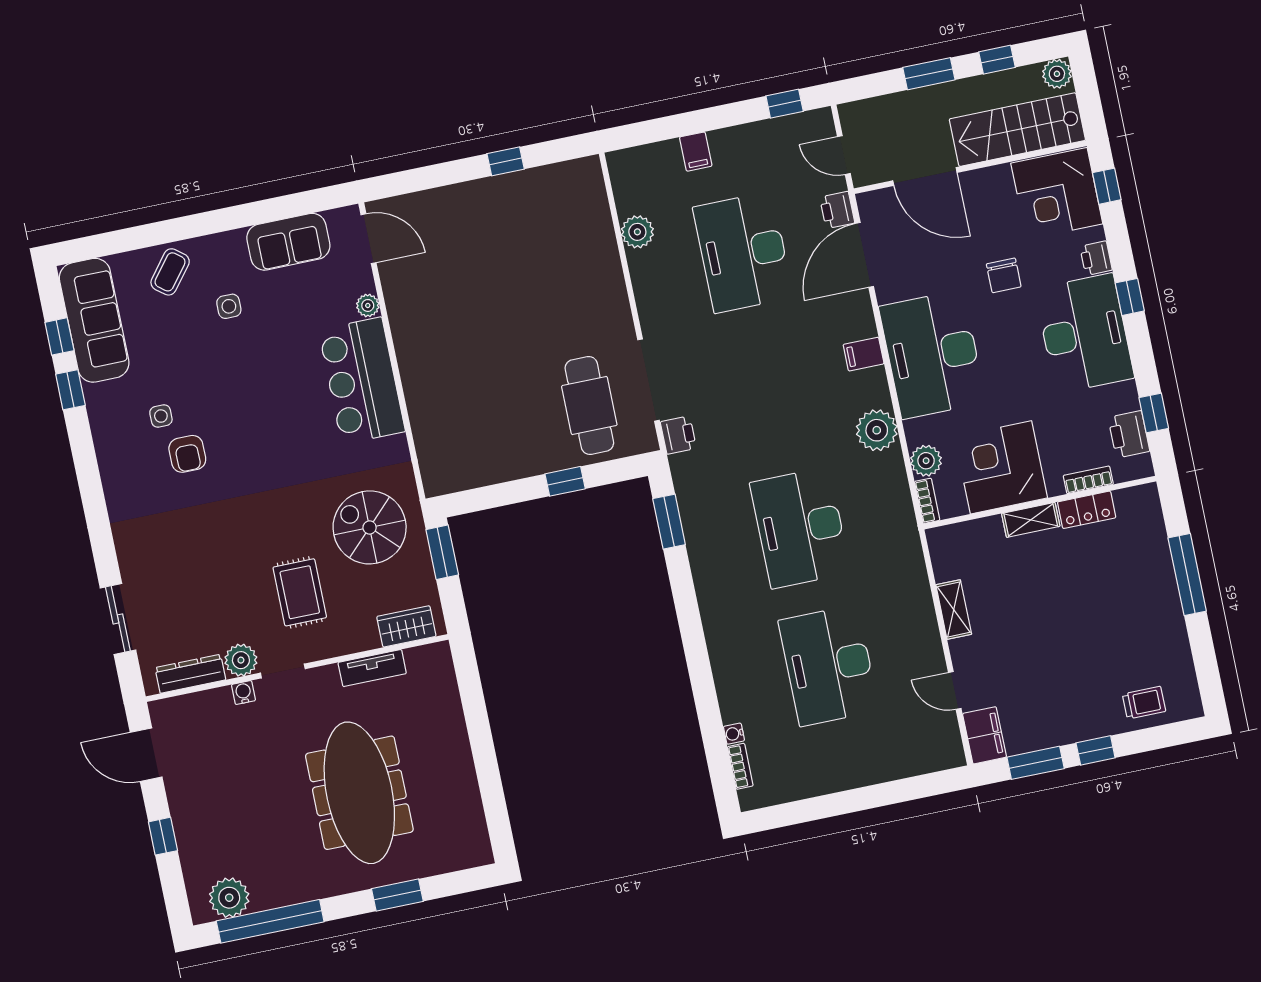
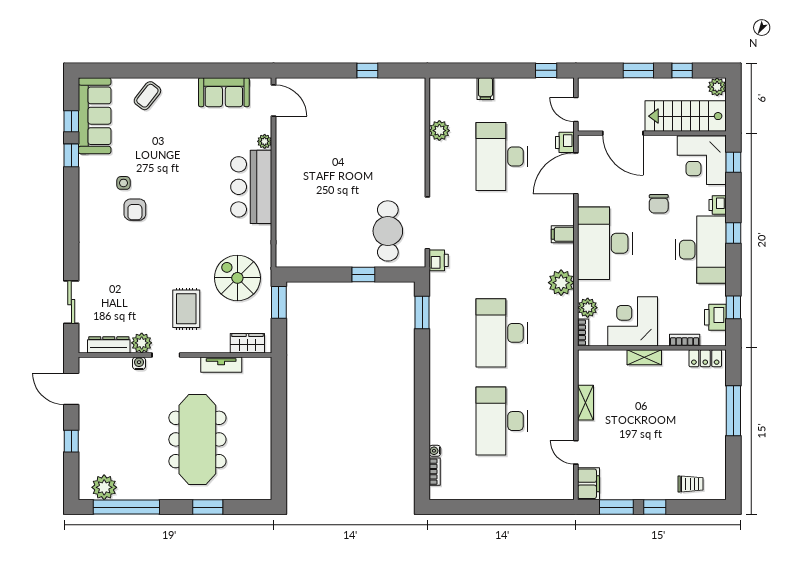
side table: (229, 306) -> (179, 124), removed
locker: (1087, 510) -> (705, 358), moved

